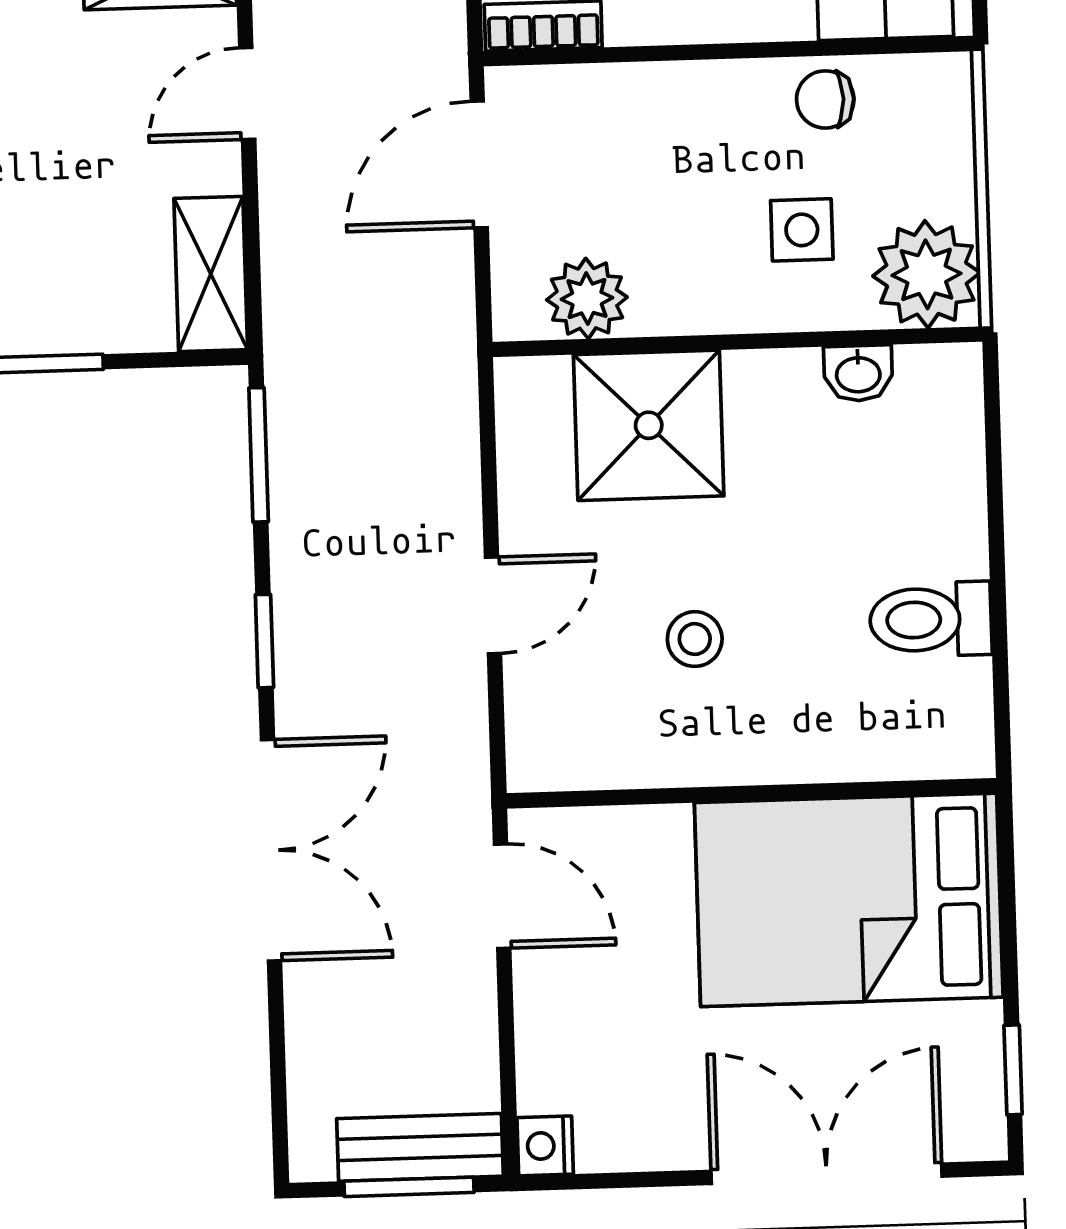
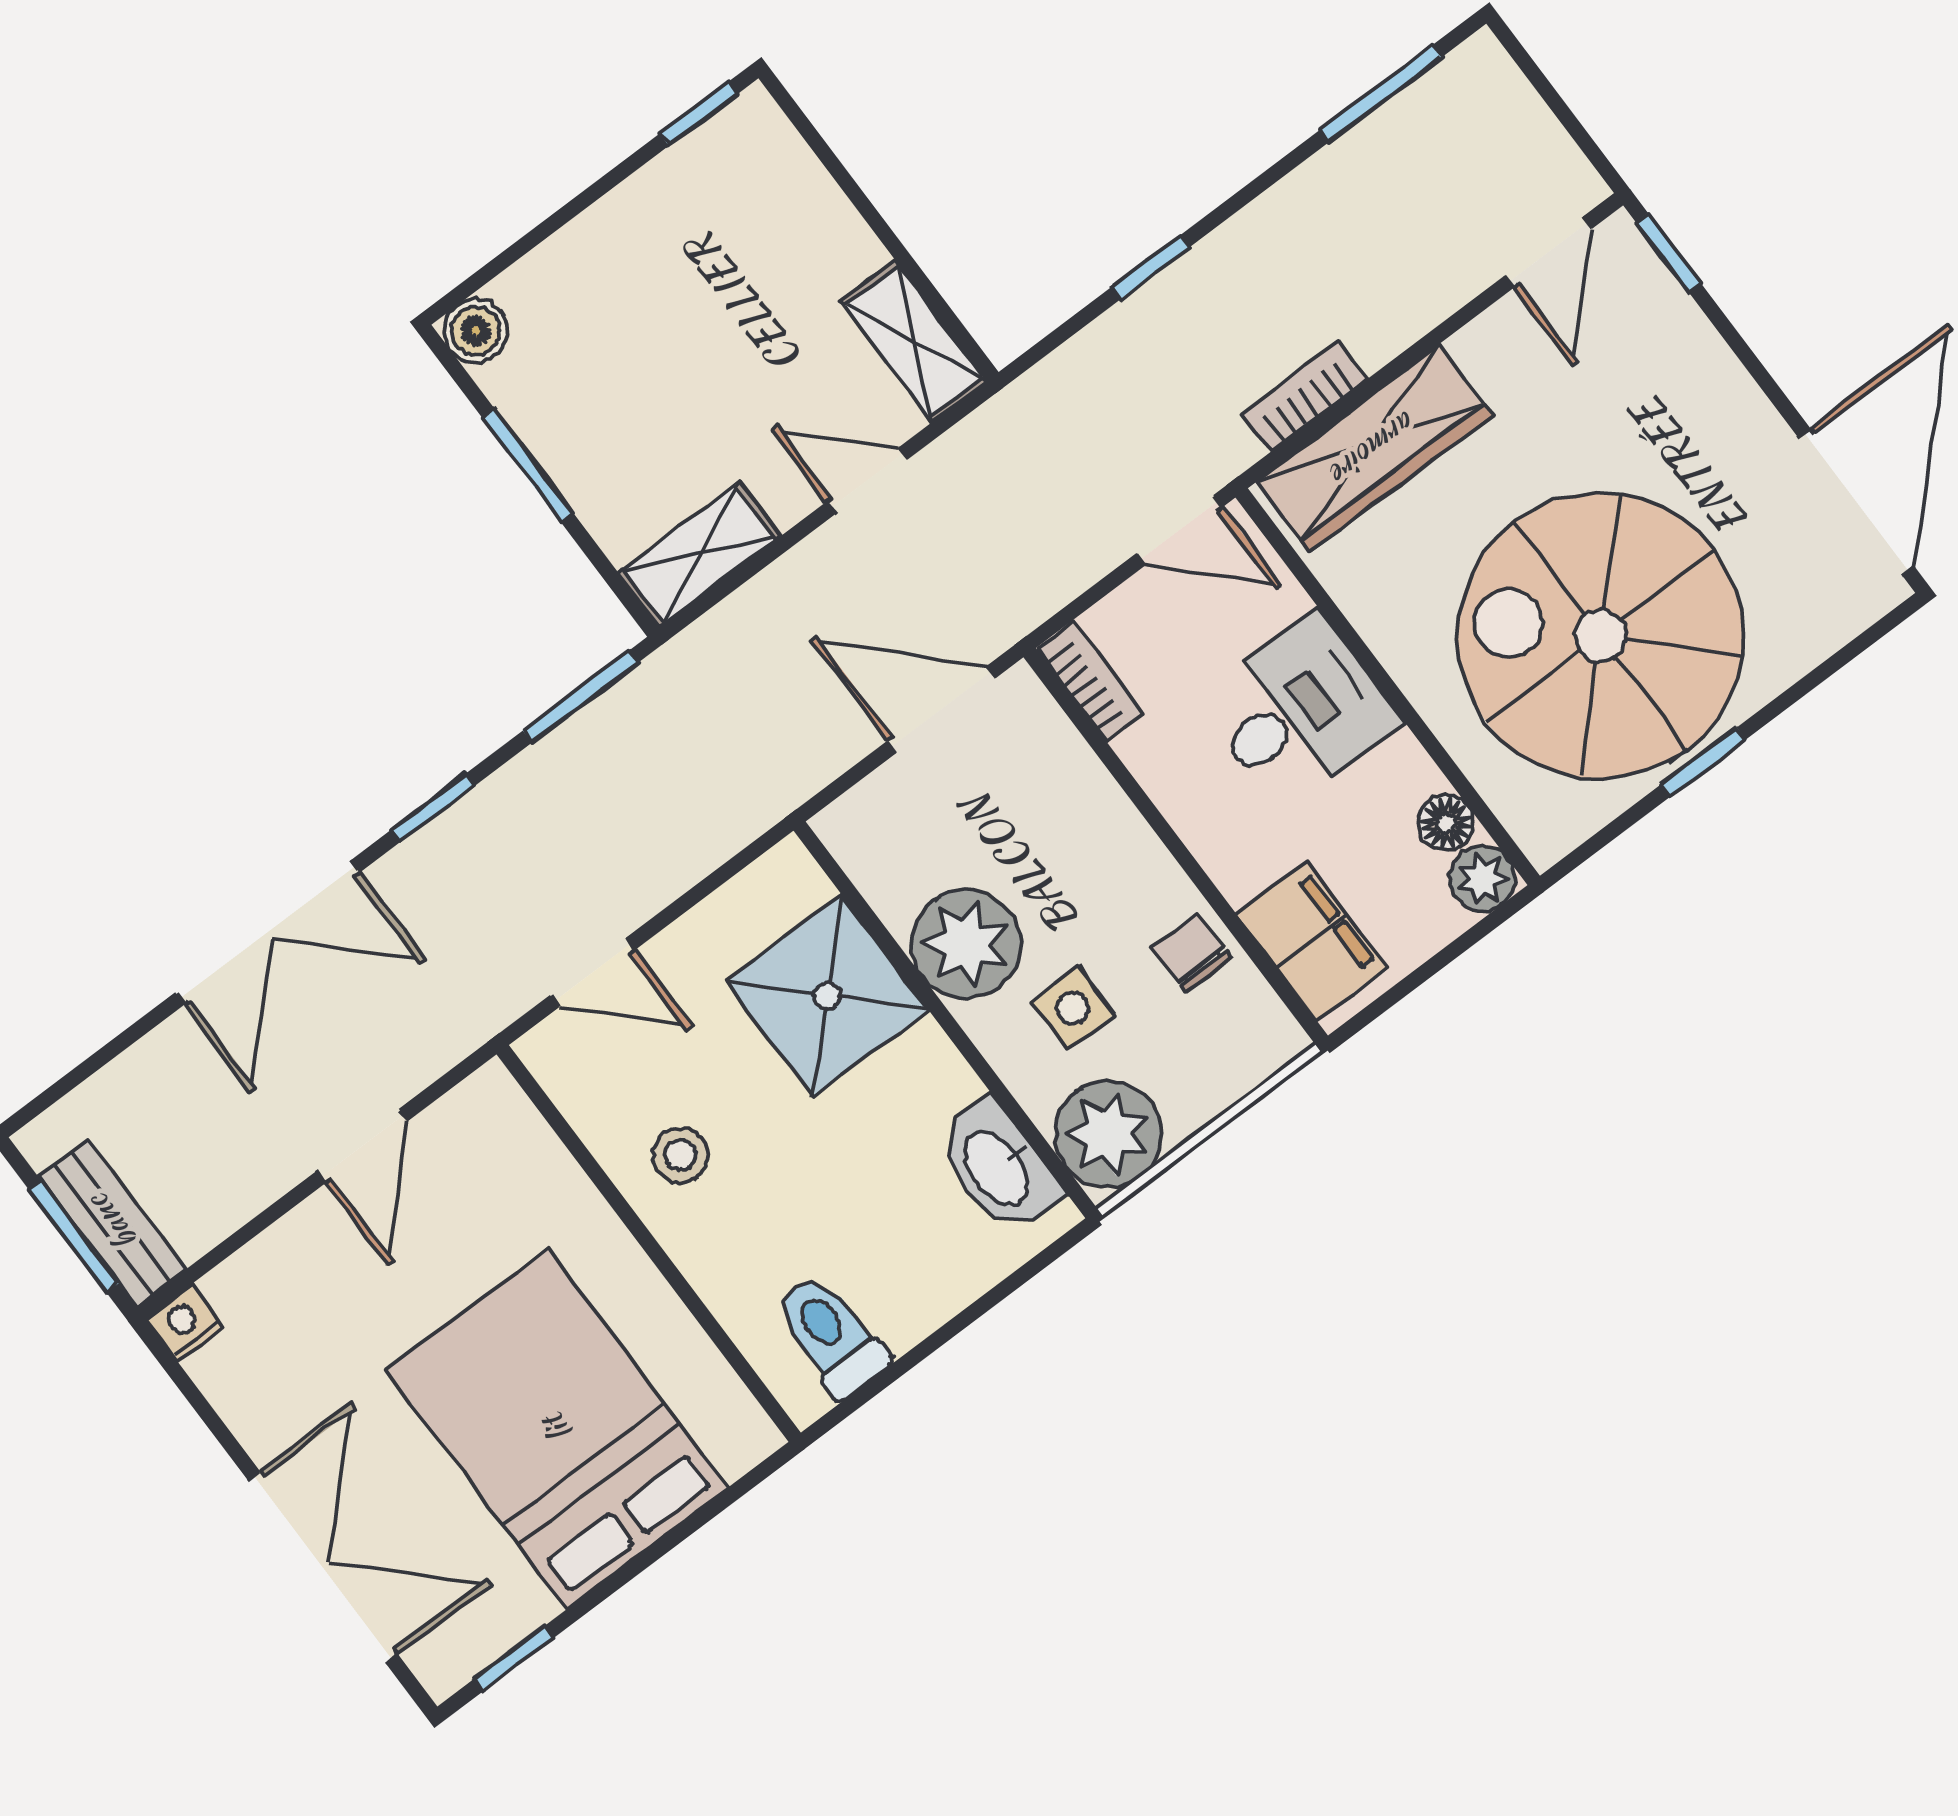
plant: (587, 298) -> (966, 944), moved, width x1.36, depth x1.36
washbasin: (858, 373) -> (998, 1167), width x1.91, depth x1.45
wall: (752, 793) -> (649, 1243), moved

